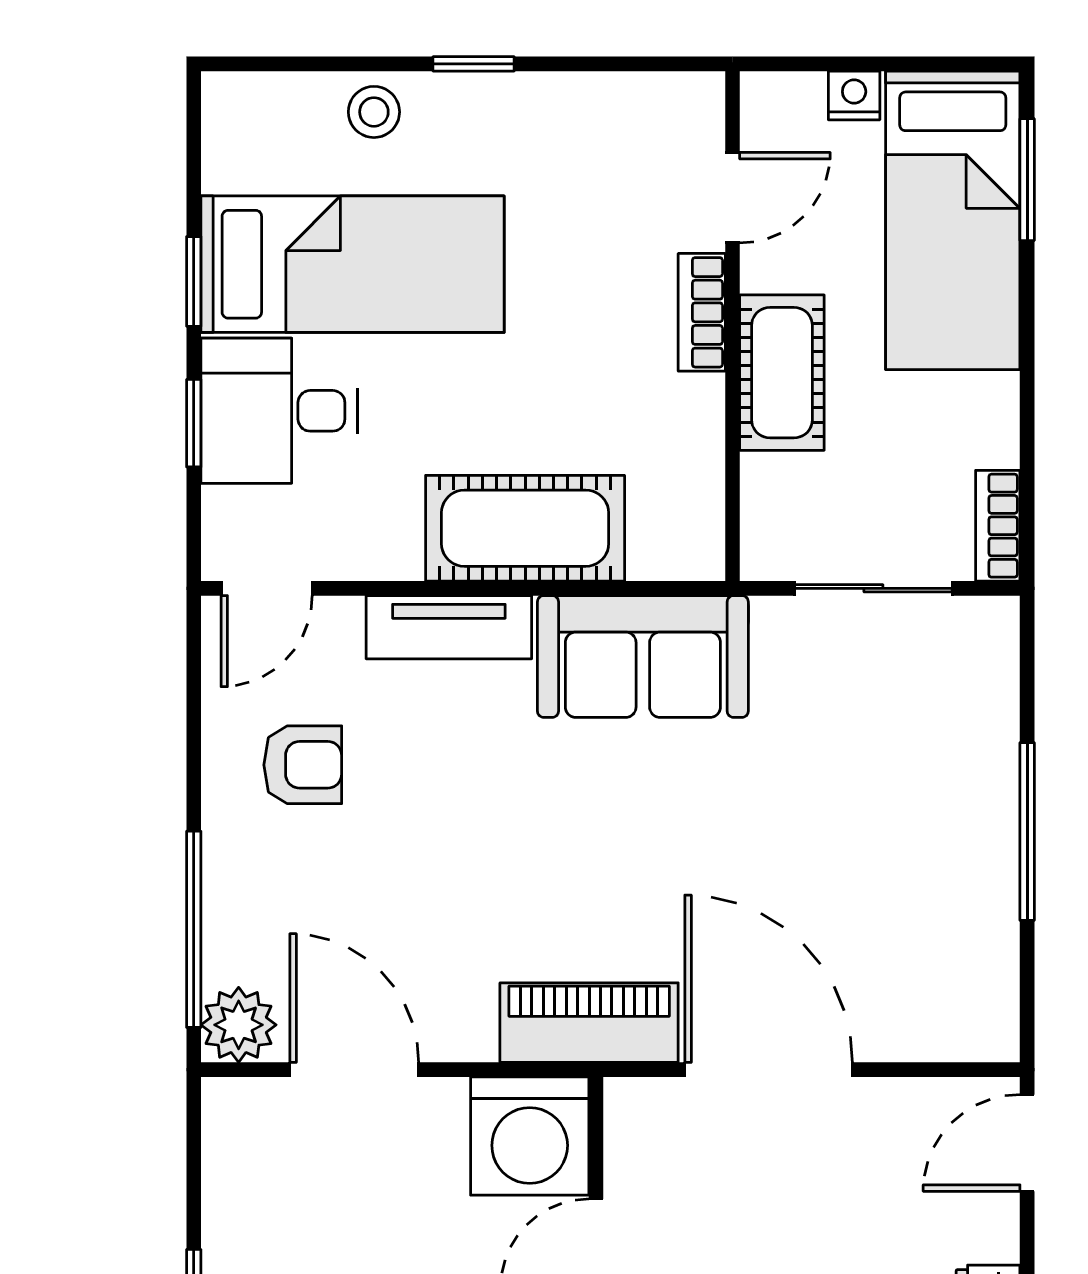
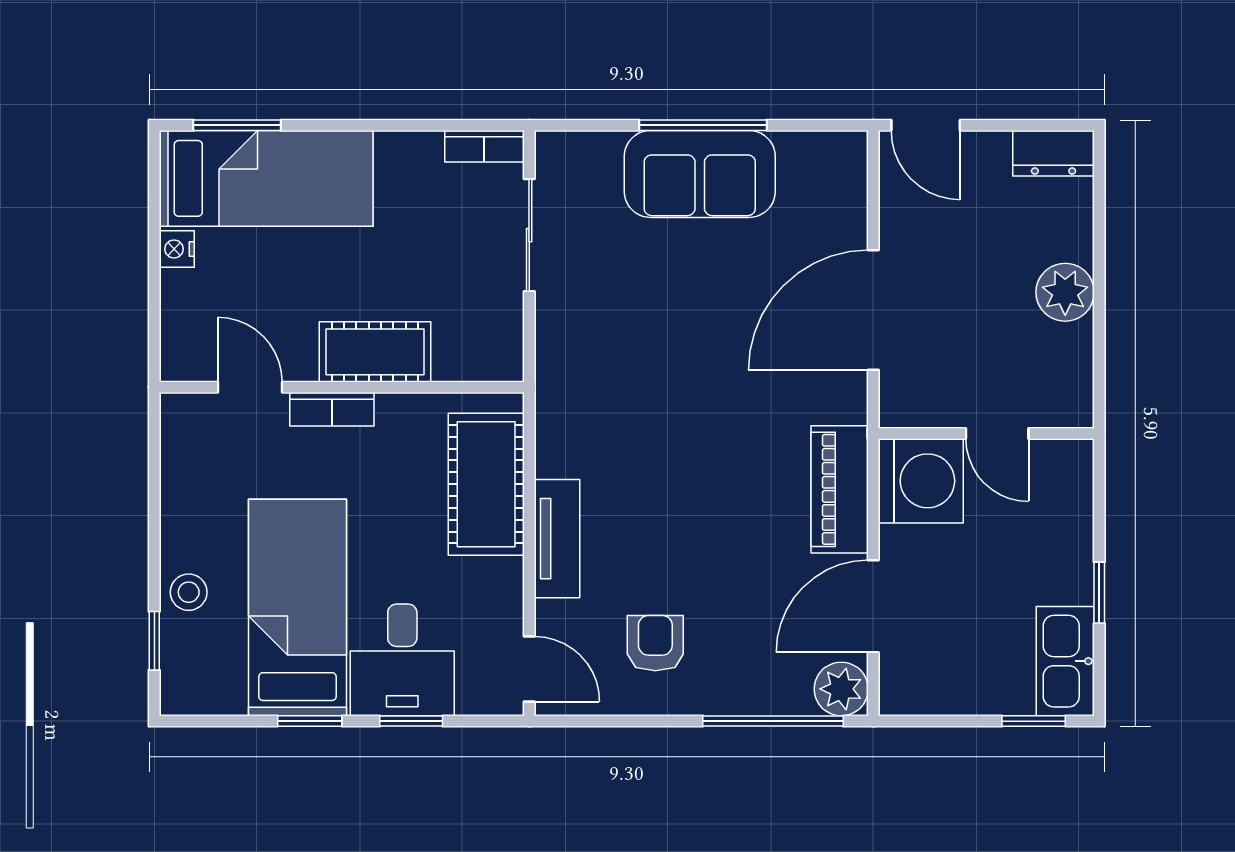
window: (474, 64) -> (154, 641), moved
door: (733, 198) -> (250, 387), moved
bookcase: (702, 312) -> (332, 409), moved
wall: (733, 326) -> (342, 387), moved
cot: (782, 373) -> (375, 352), moved
sofa: (643, 656) -> (700, 174), moved, turned 90
piano: (589, 1023) -> (840, 489), moved

